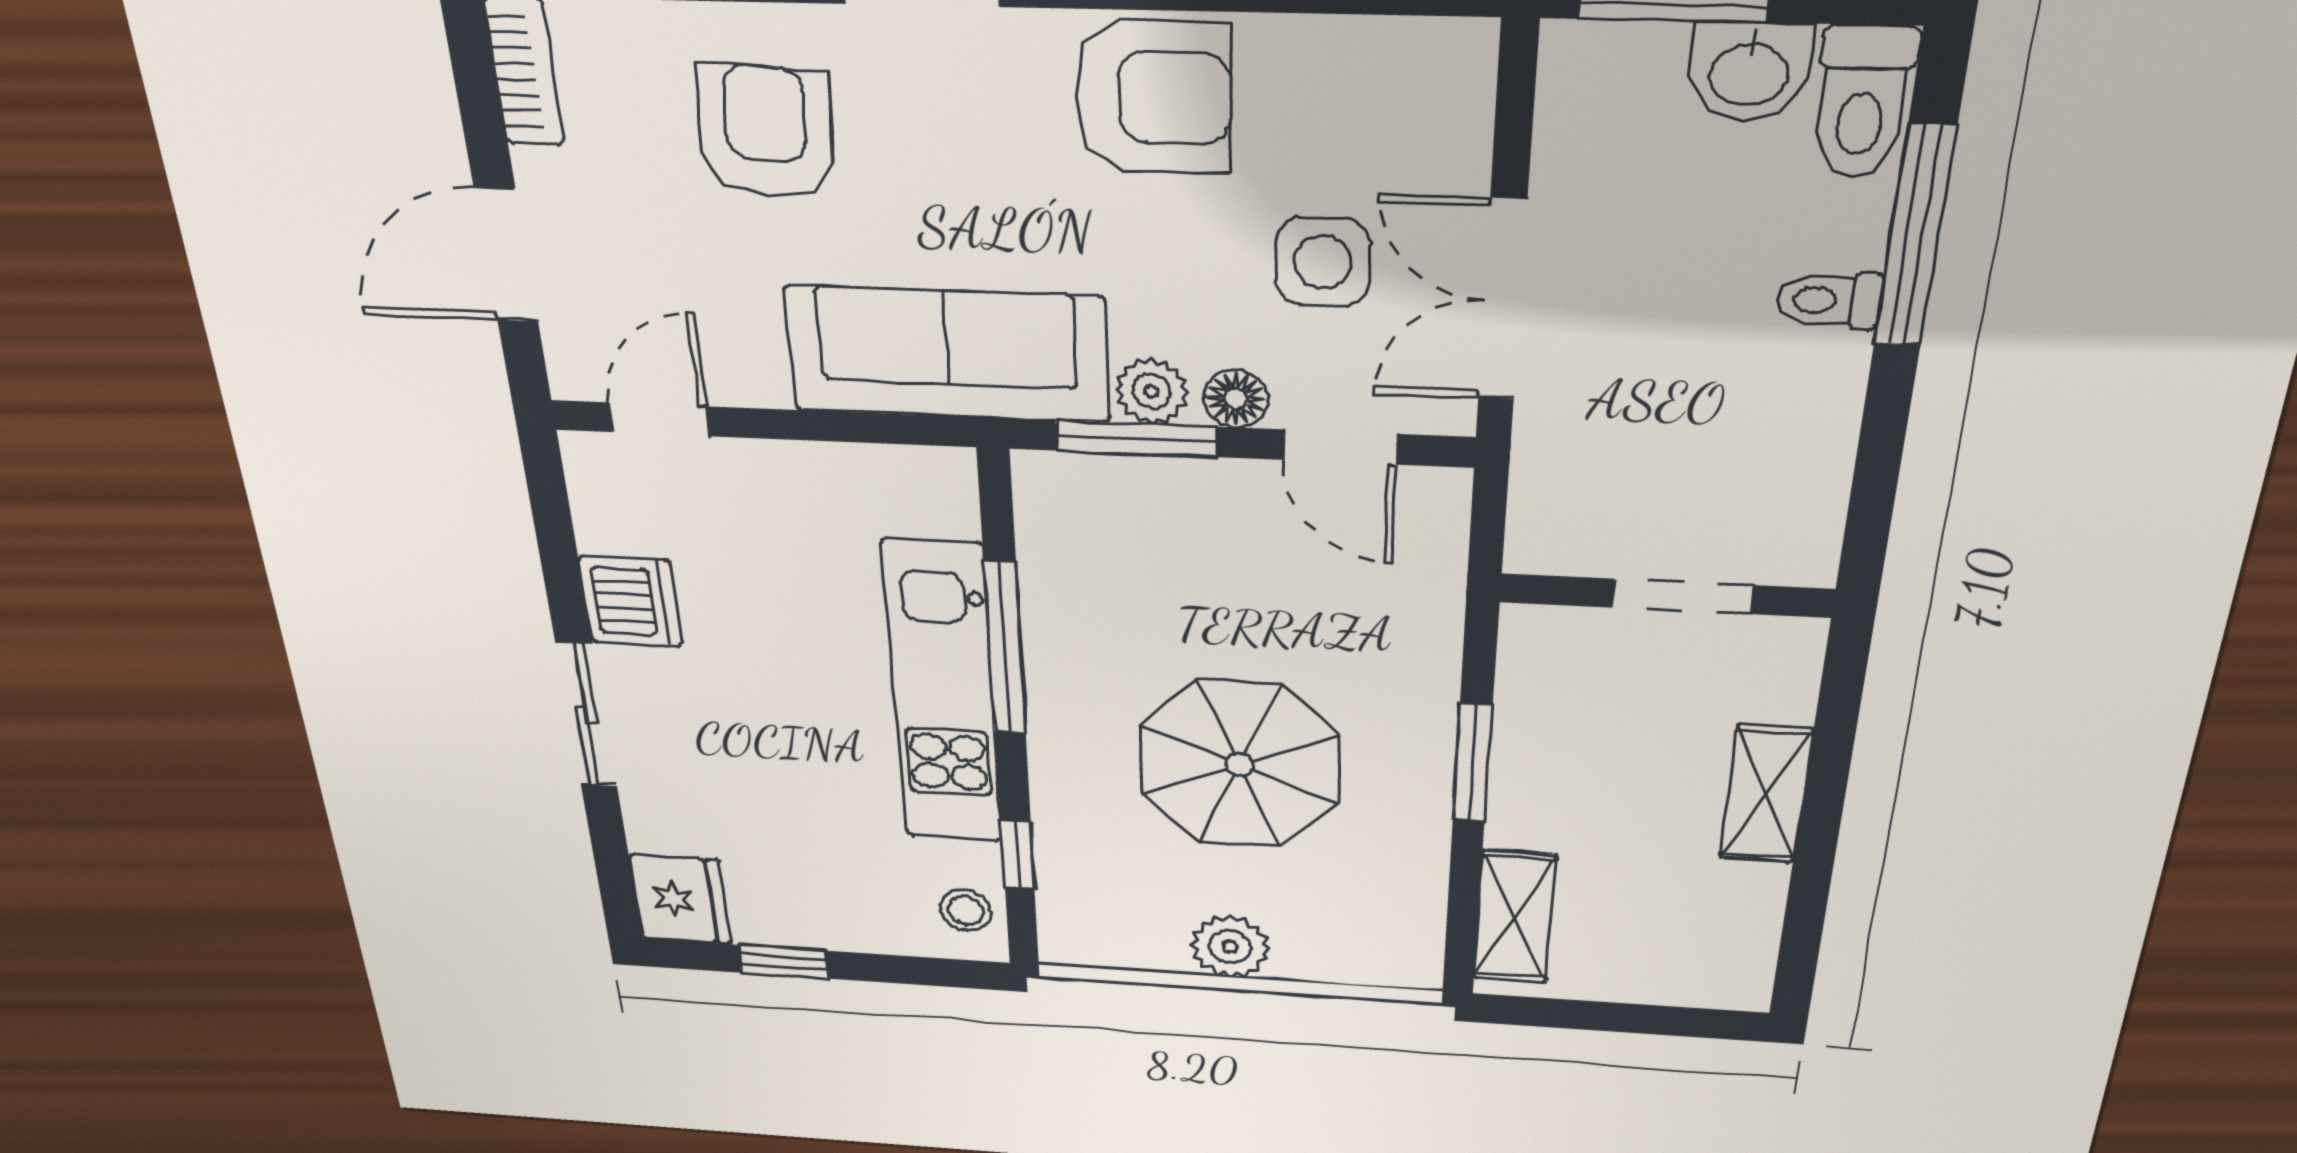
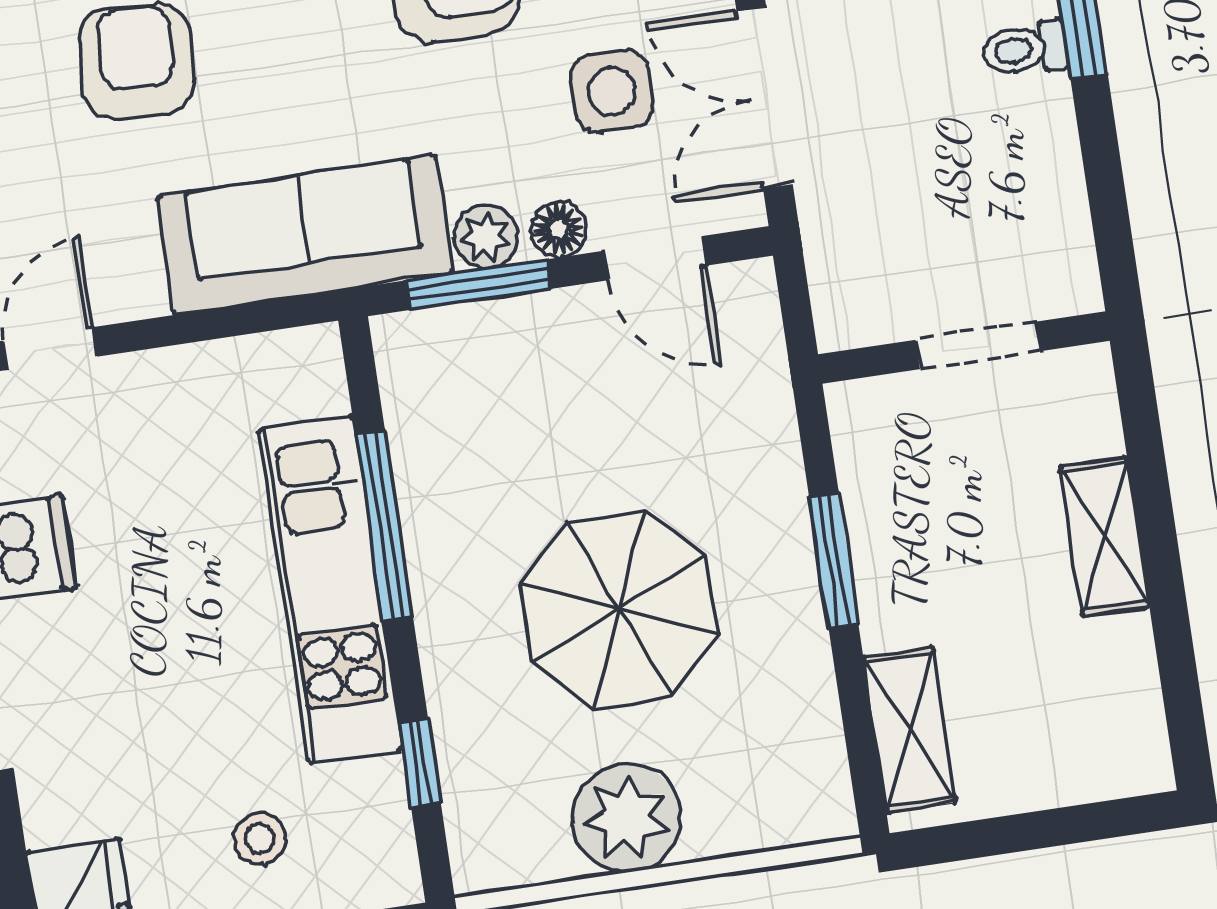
stool: (966, 910) -> (260, 838), moved
plant: (1230, 947) -> (627, 818), width x1.36, depth x1.36

